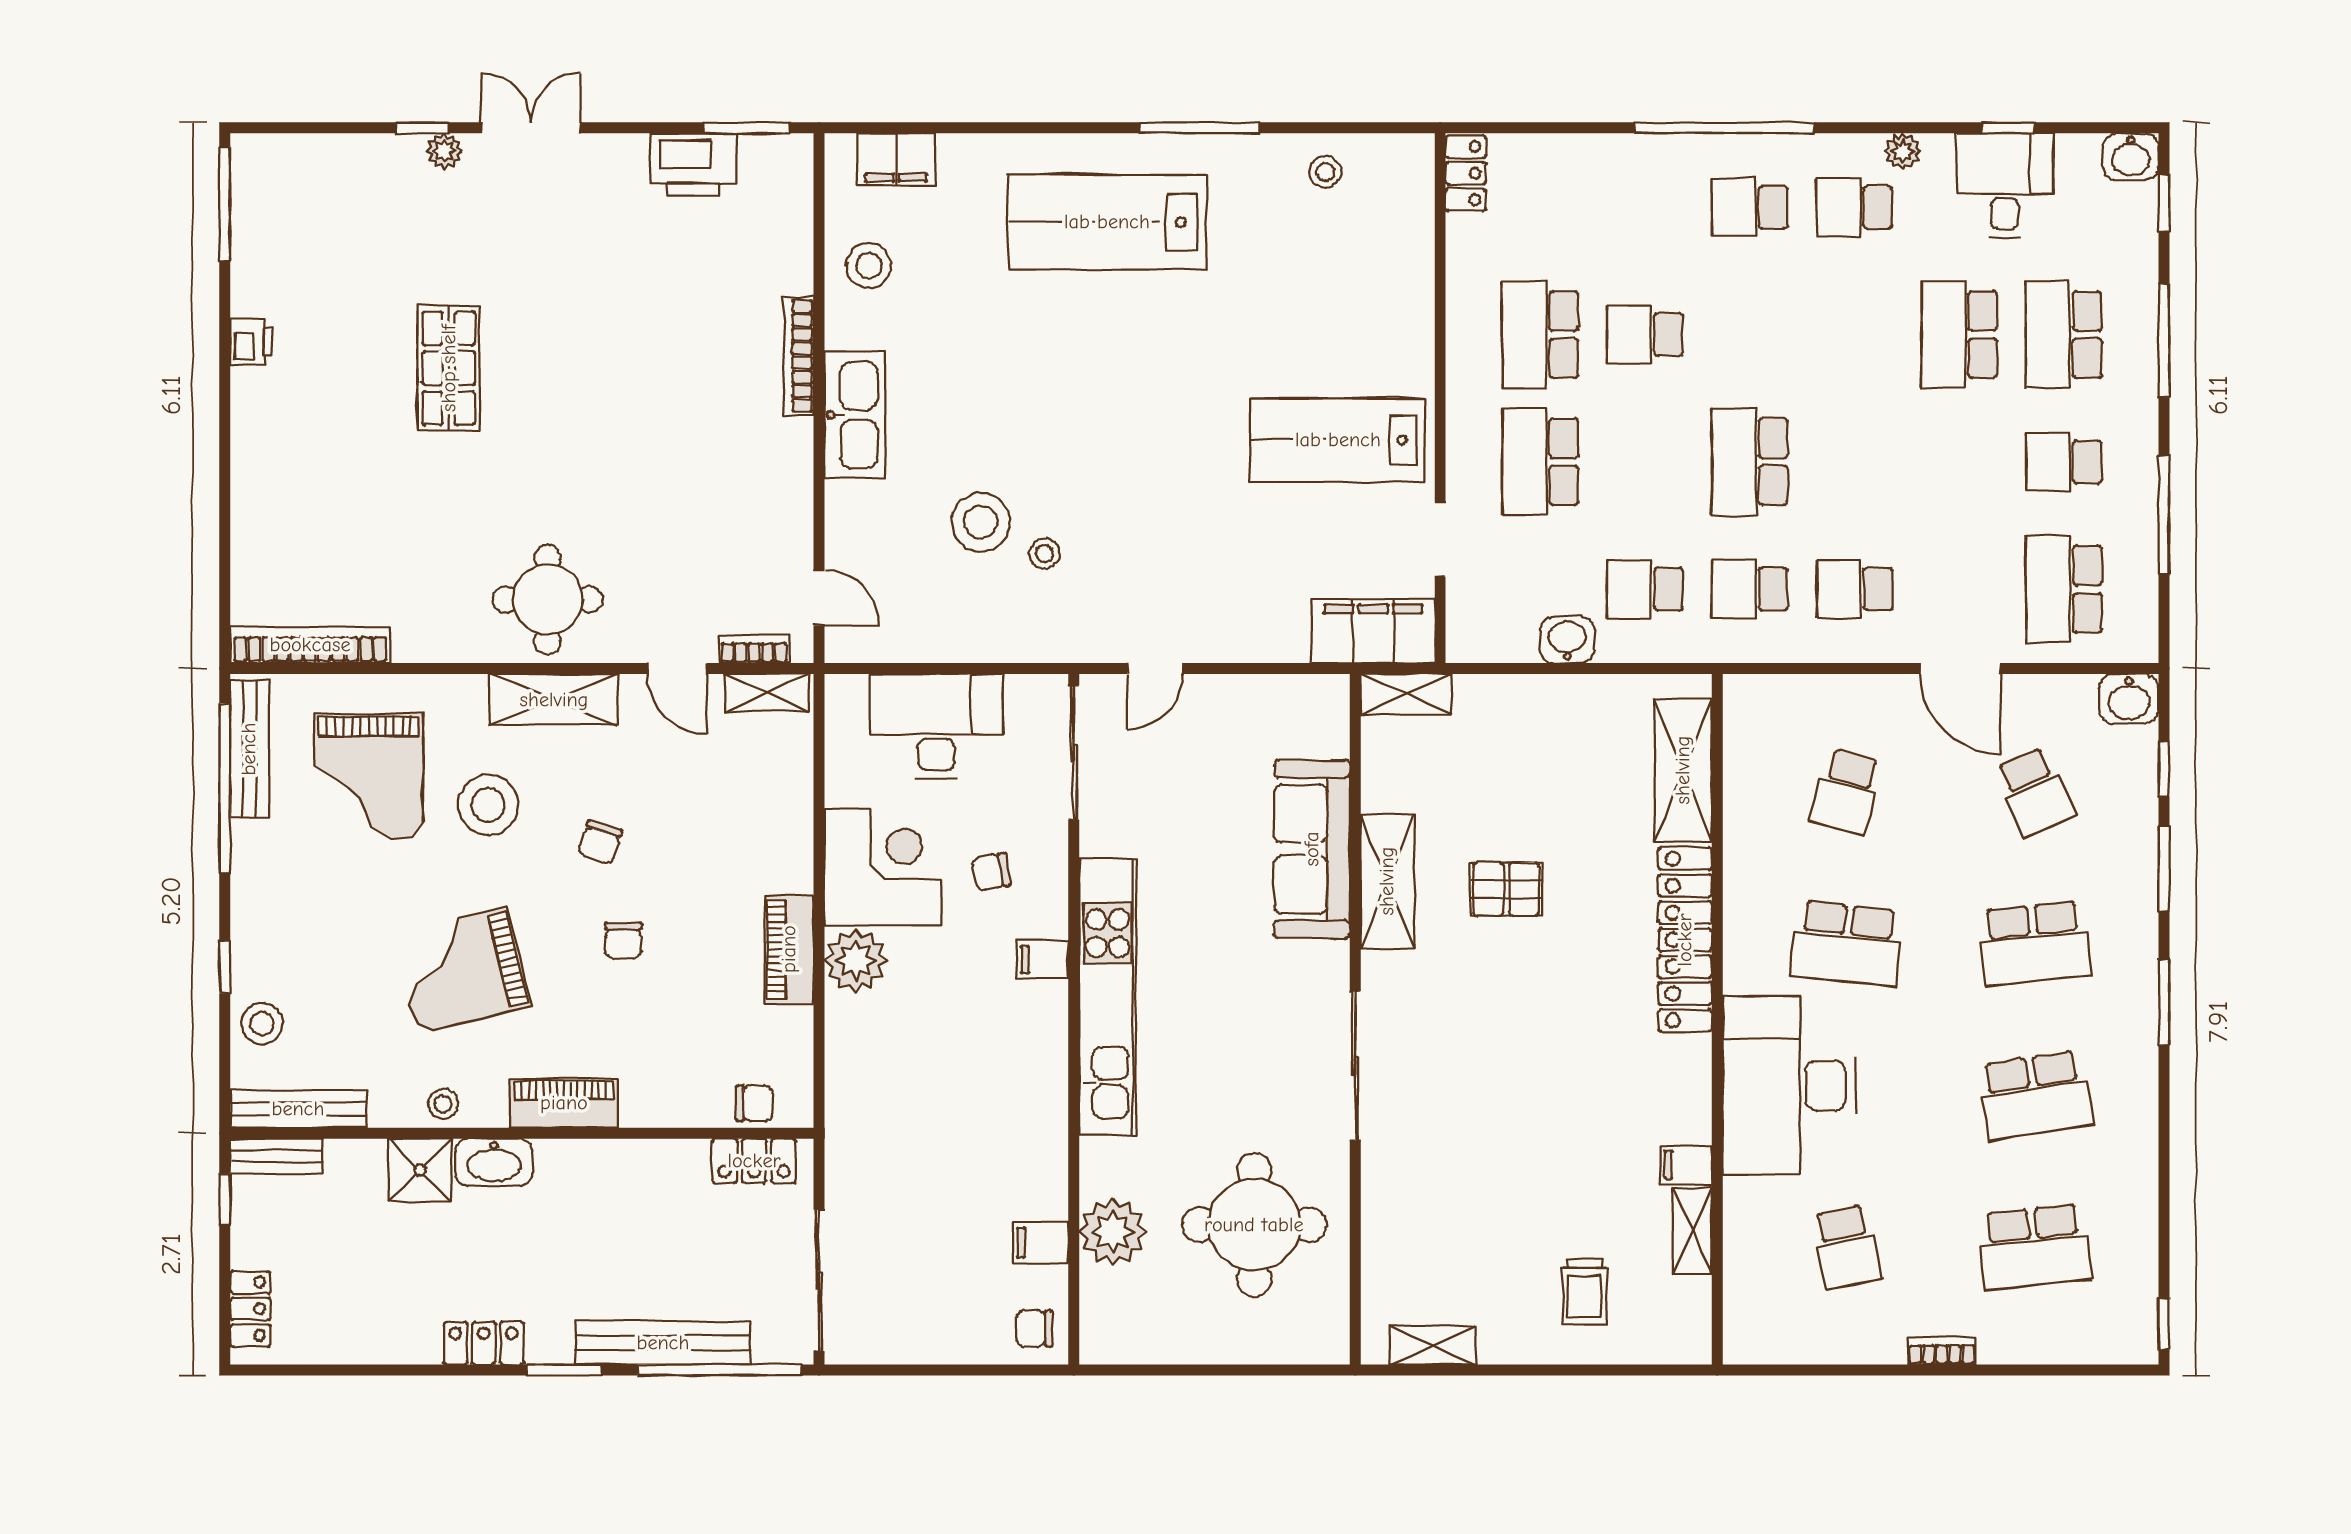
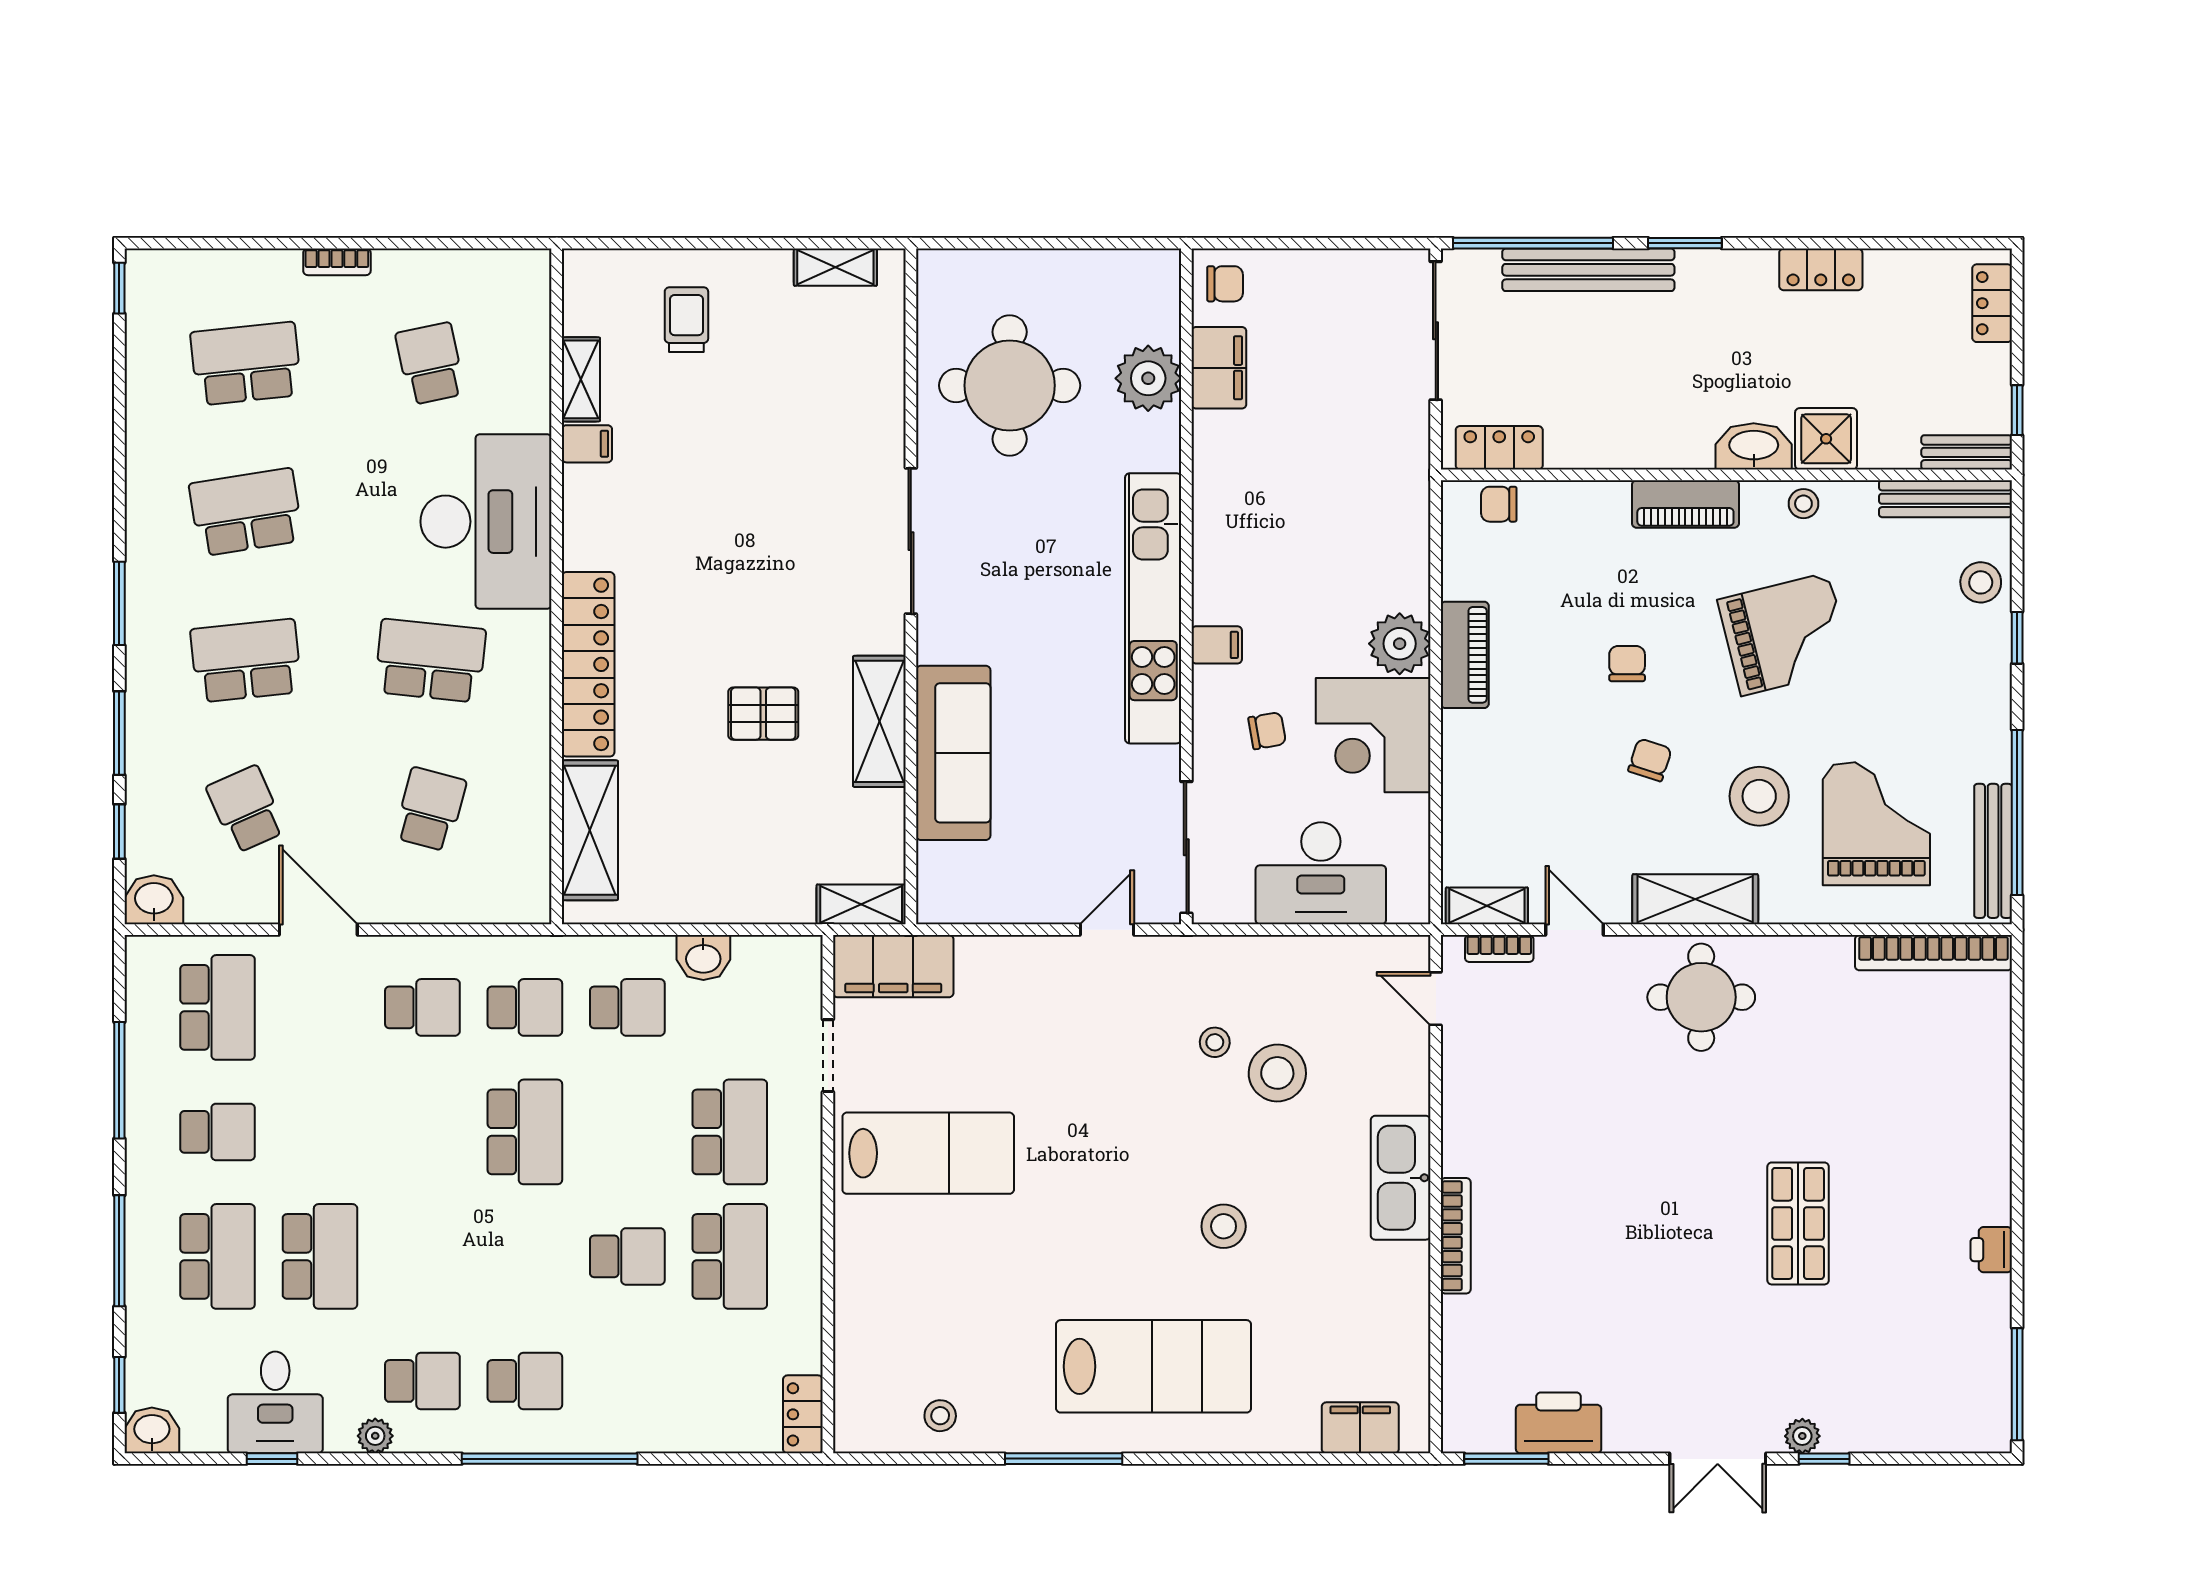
stool: (869, 266) -> (1224, 1226), moved
filing cabinet: (1040, 1243) -> (1219, 368), width x2.00
locker: (484, 1343) -> (1821, 269), moved

